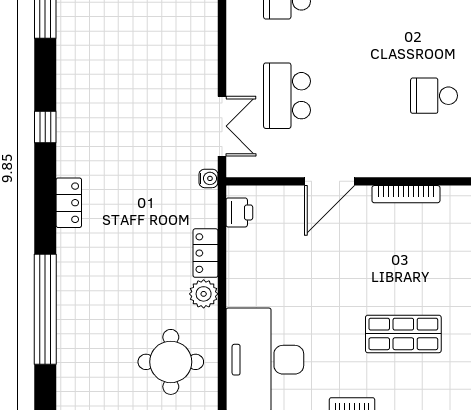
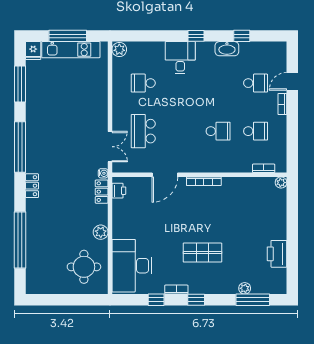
school desk: (434, 96) -> (218, 131), turned 180
window: (45, 127) -> (20, 147), width x3.17
locker: (206, 253) -> (102, 192), moved

